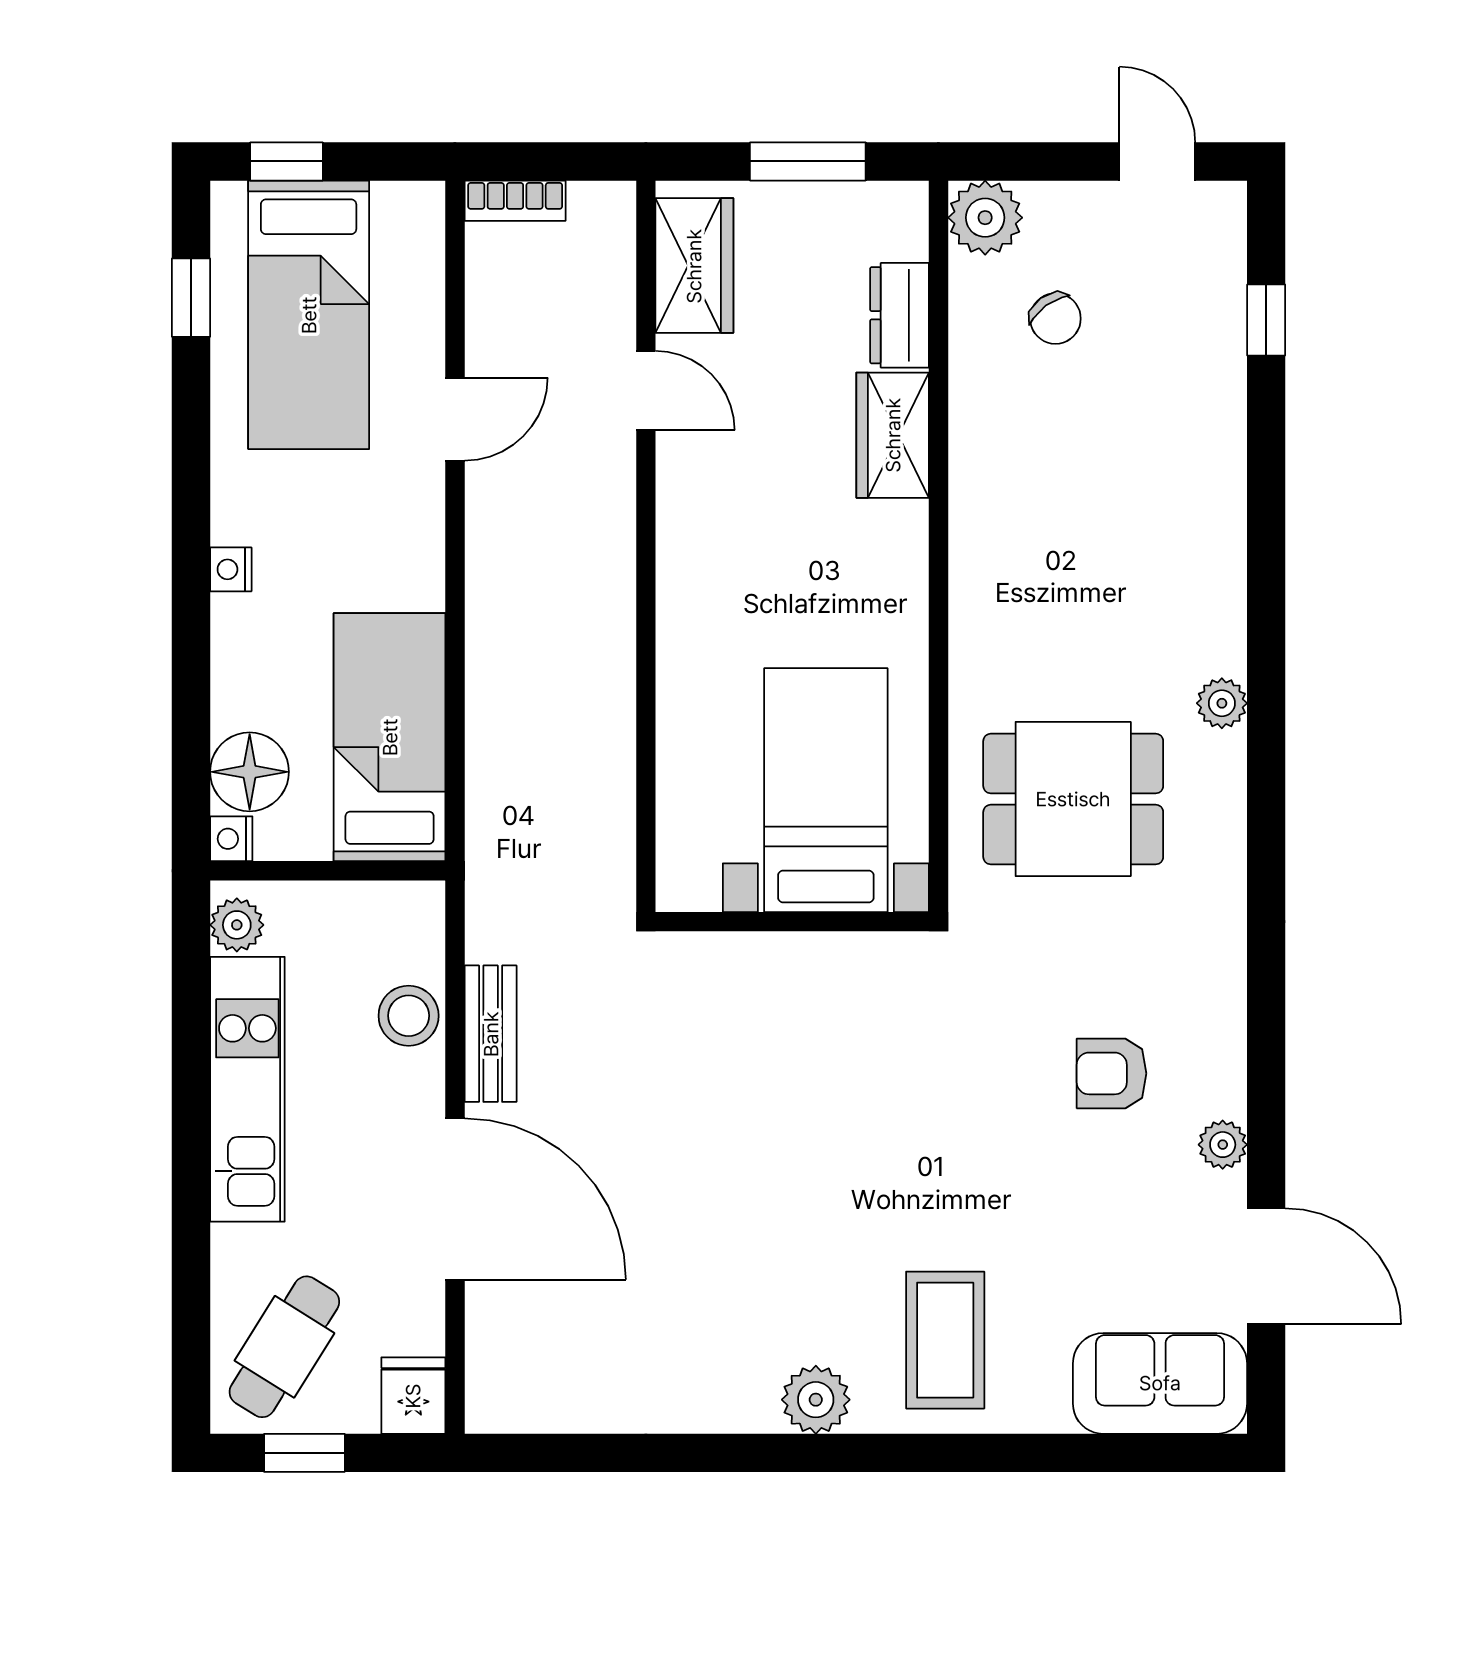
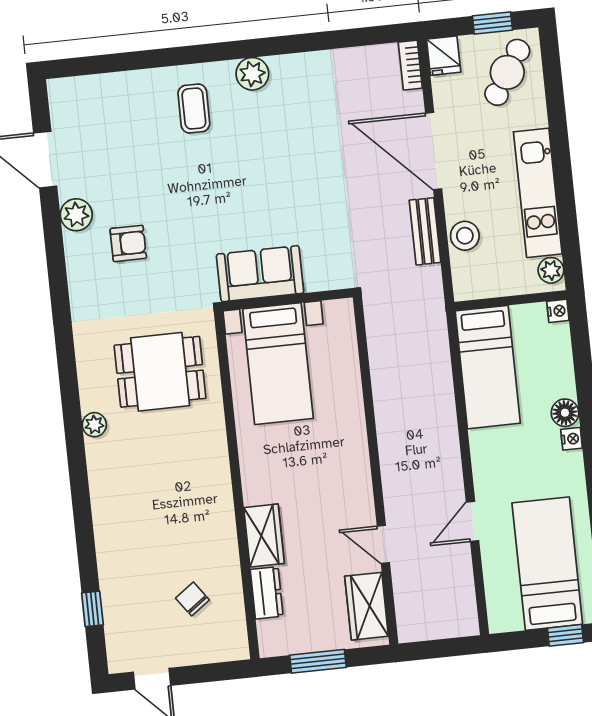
bookcase: (515, 201) -> (410, 65), moved, turned -90
plant: (985, 218) -> (231, 643), removed
floor lamp: (250, 772) -> (565, 413), moved, width x0.73, depth x0.73
plant: (1223, 1145) -> (76, 215), width x1.38, depth x1.38
coffee table: (945, 1340) -> (194, 109), width x0.73, depth x0.77
sofa: (1160, 1383) -> (260, 274), moved, turned 180

